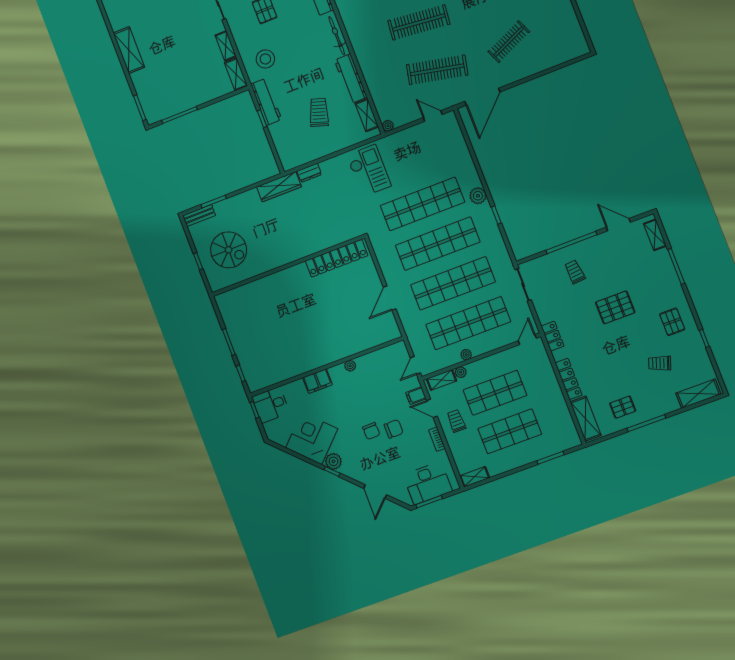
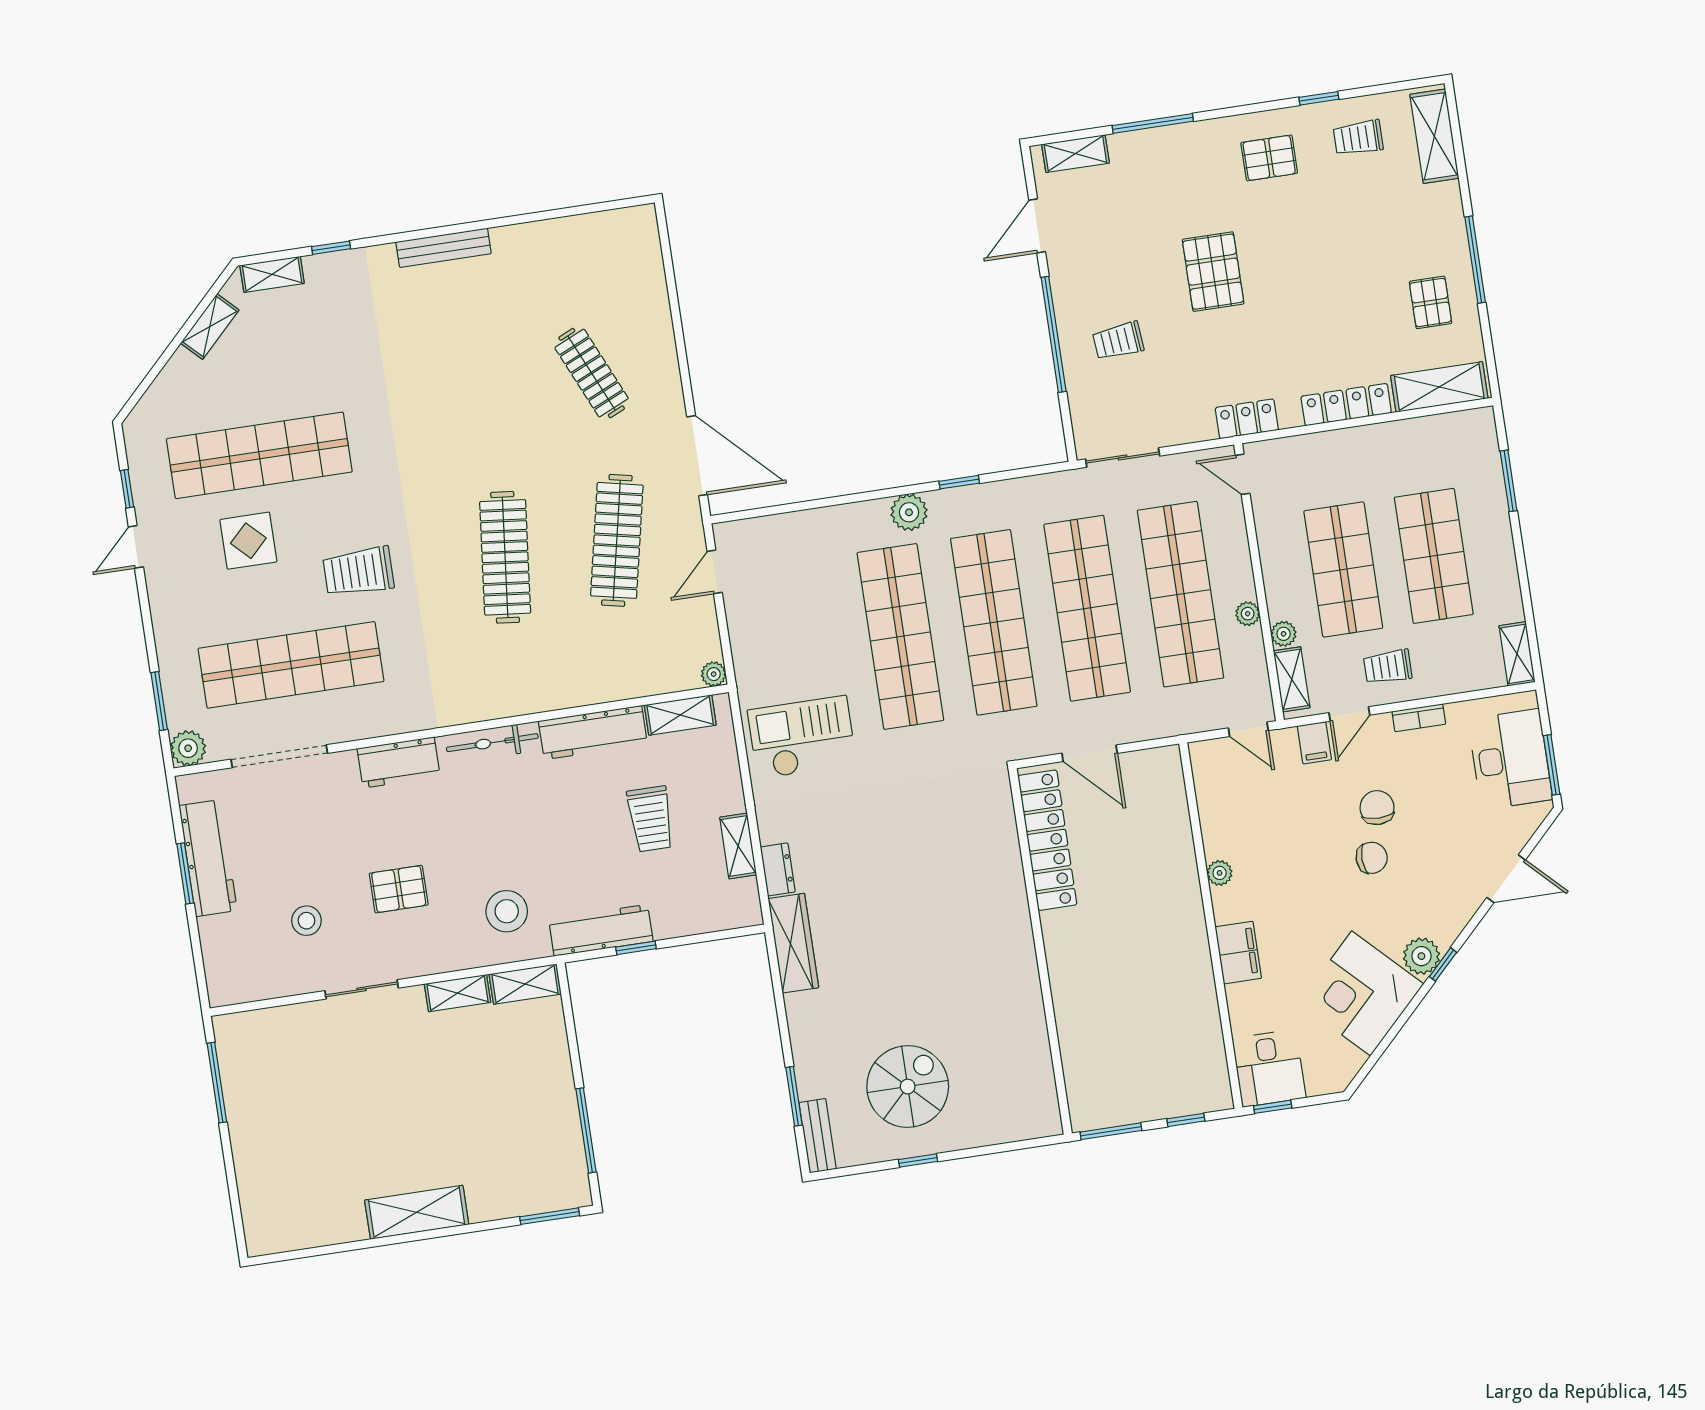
trolley: (319, 112) -> (650, 819), turned -108
shelving: (316, 153) -> (738, 846), added
locker: (337, 258) -> (1047, 840), moved
wall: (288, 266) -> (1040, 951), moved
trolley: (660, 363) -> (1358, 138), moved, turned 71

